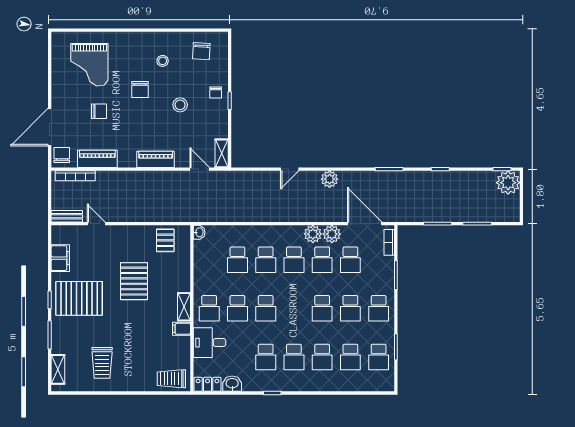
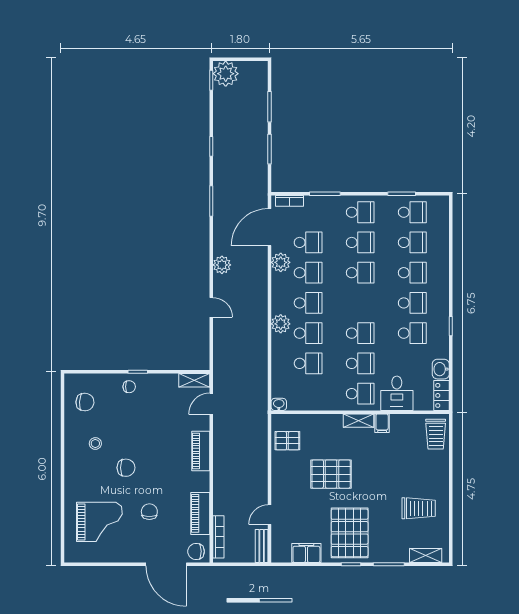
stool: (180, 105) -> (142, 425), removed
plant: (313, 234) -> (281, 324), moved

